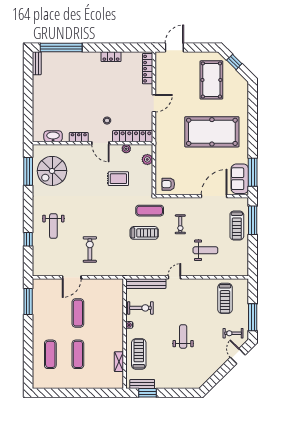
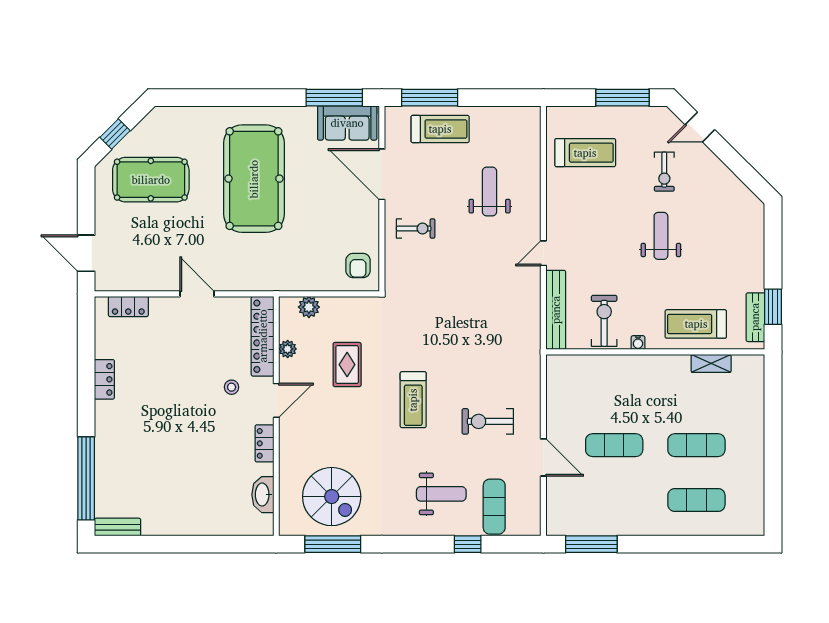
locker: (148, 69) -> (128, 306), width x0.66
exercise mat: (150, 211) -> (494, 507), moved
exercise bike: (180, 224) -> (416, 229), moved
treadmill: (144, 233) -> (413, 400), moved, turned 180
door: (174, 277) -> (543, 253), hinge flipped
exercise bike: (233, 333) -> (664, 172), moved
weight bench: (183, 336) -> (661, 236), turned 90

